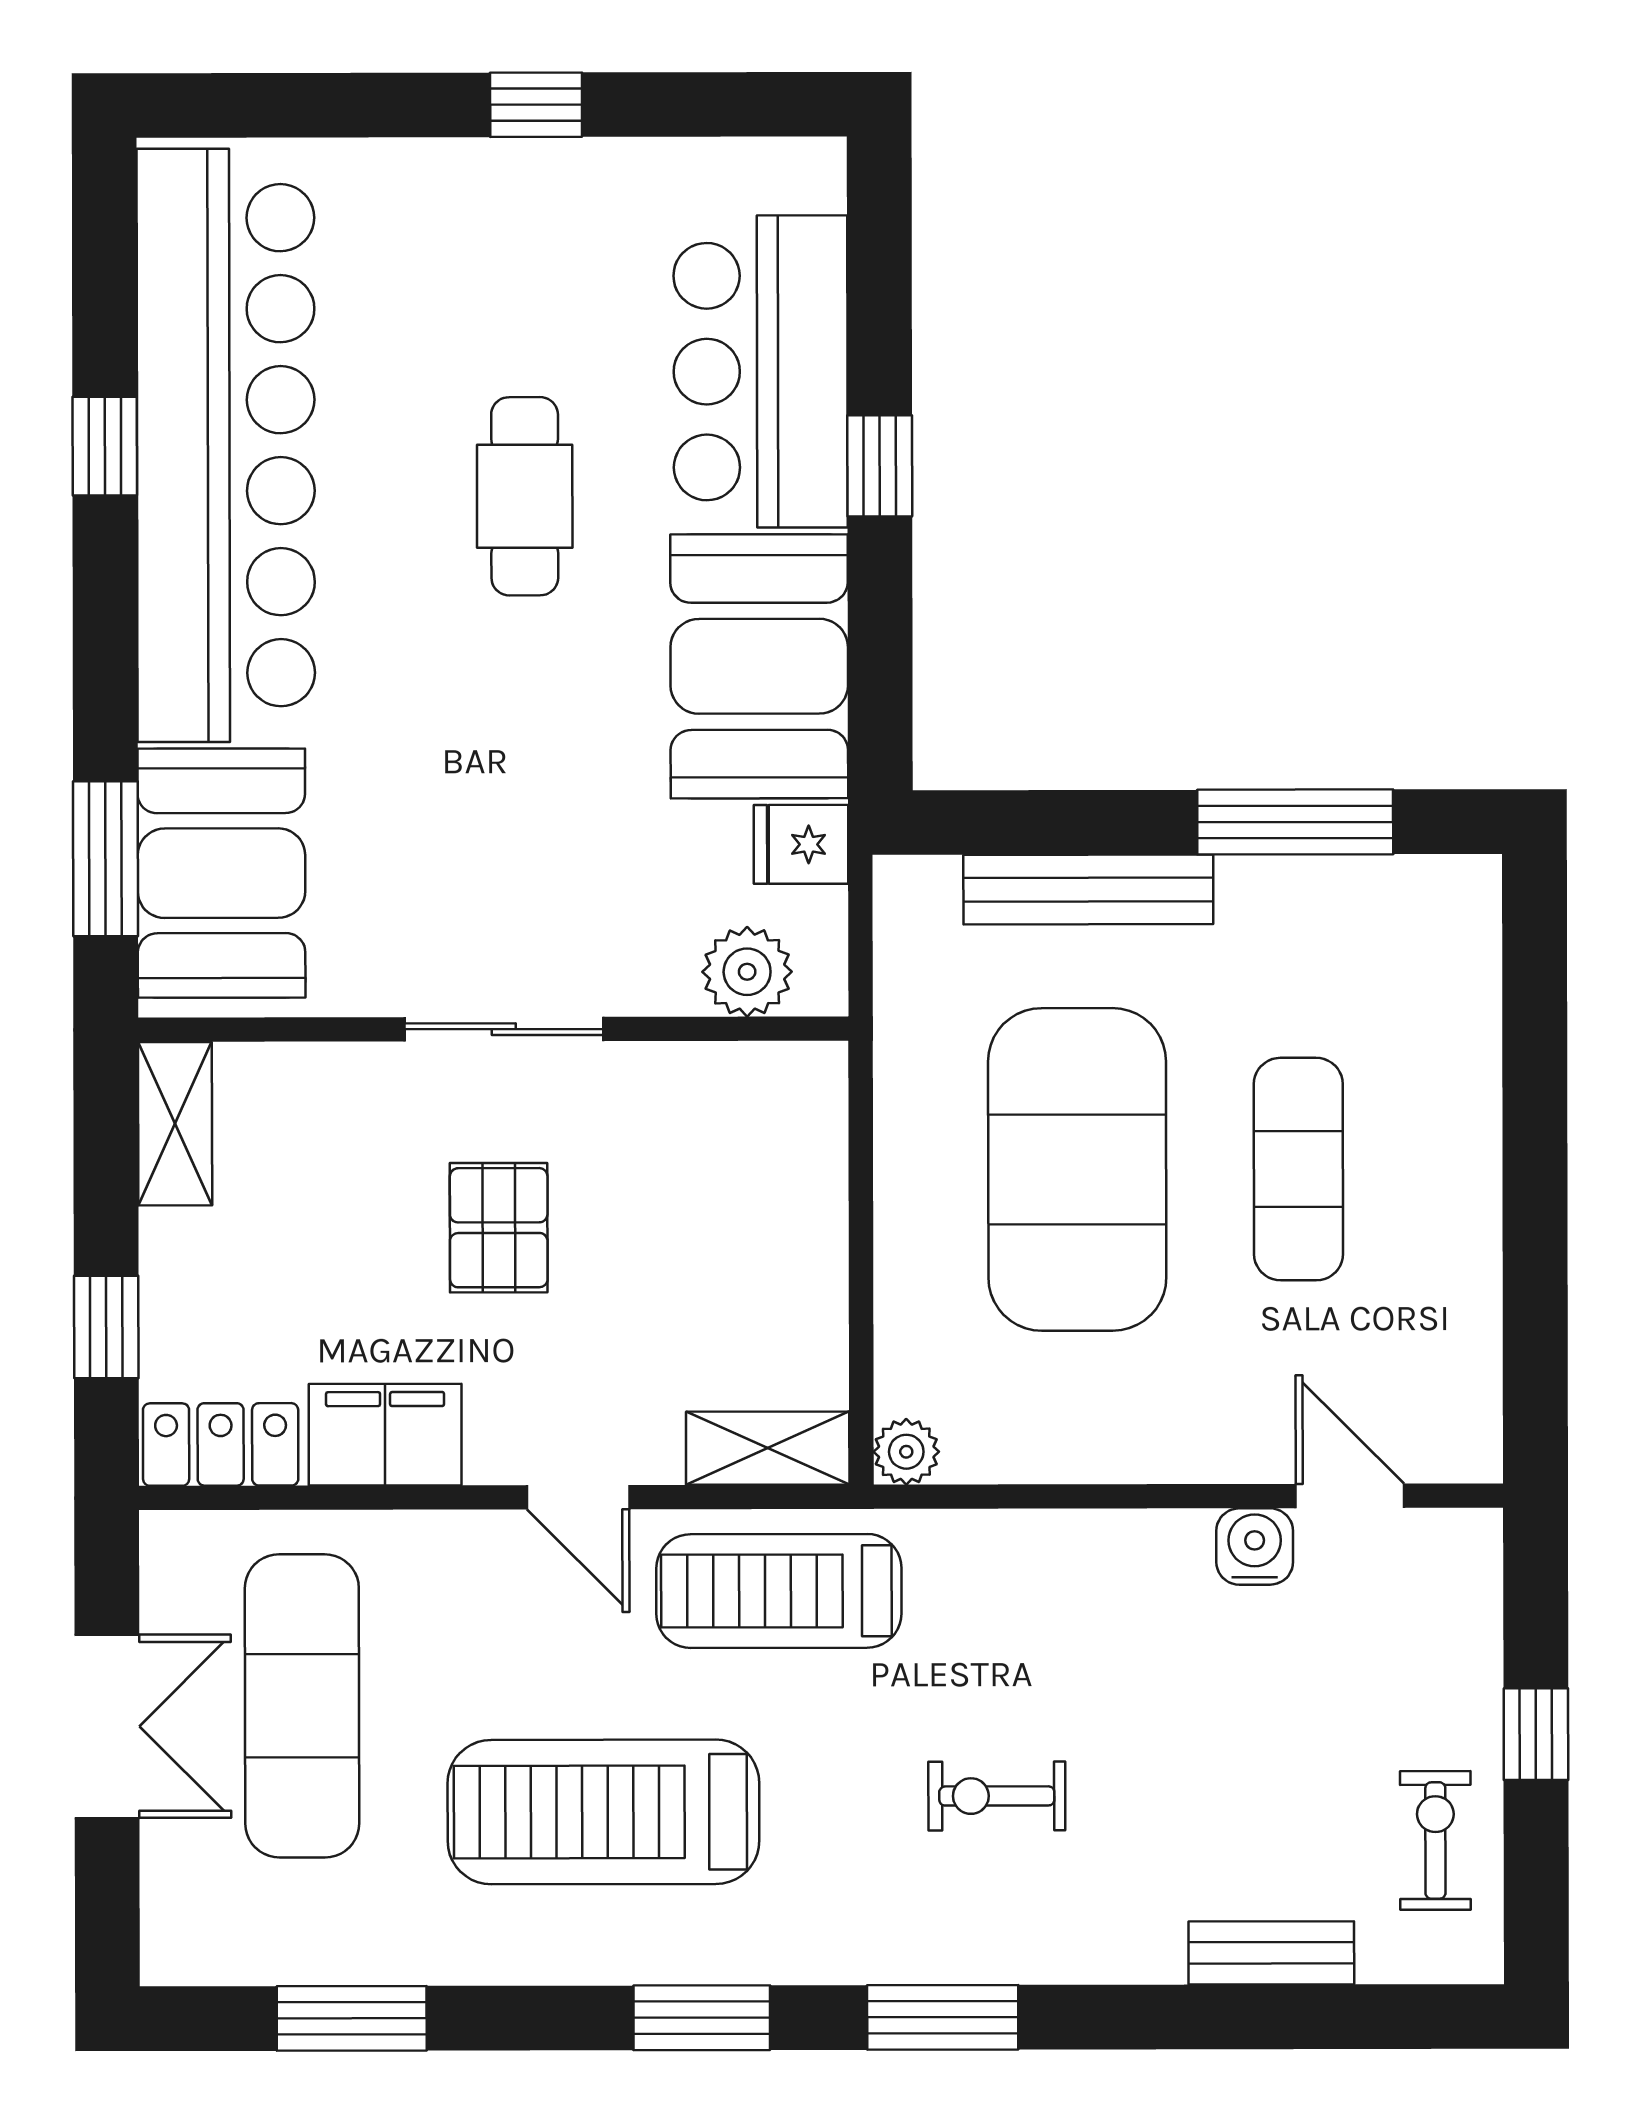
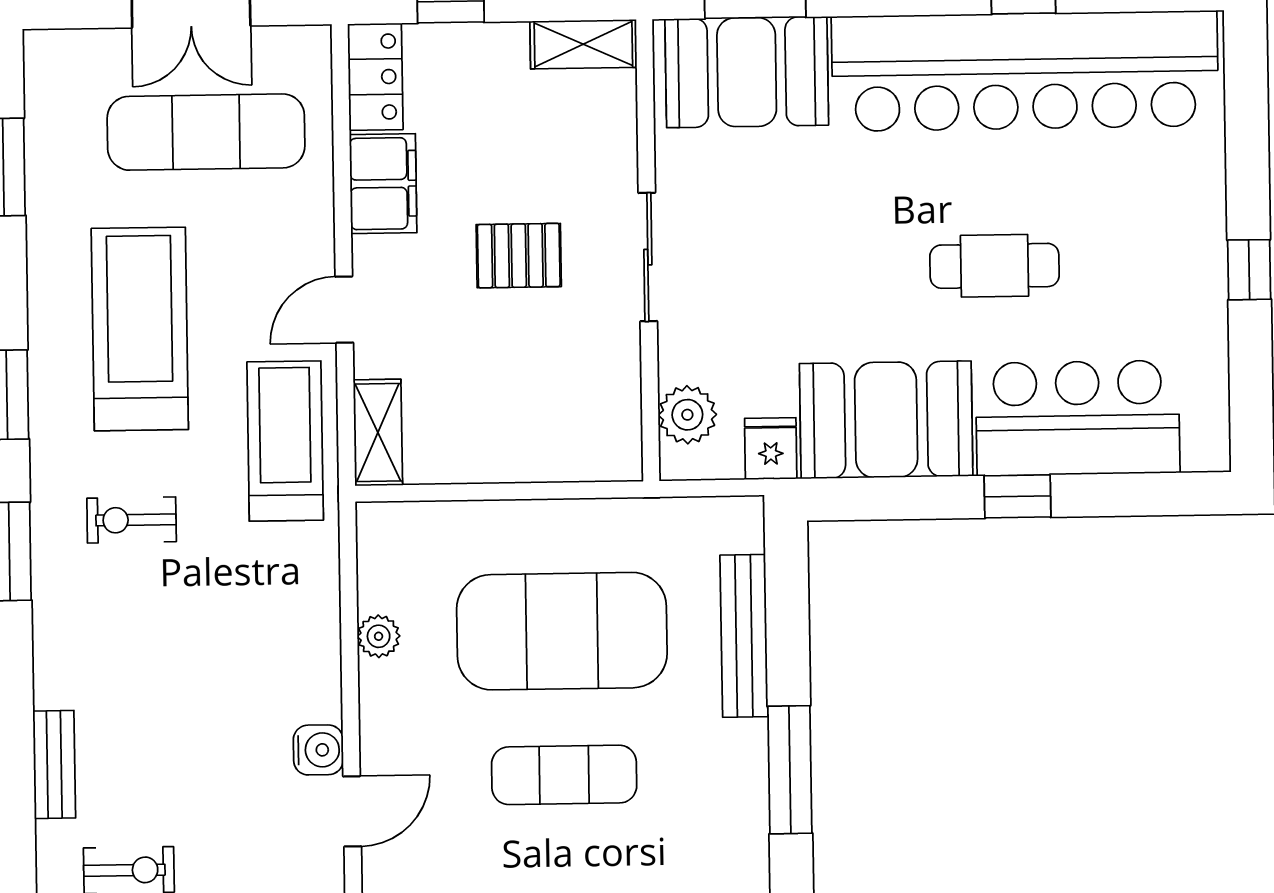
plant: (906, 1452) -> (379, 636), moved
exercise bike: (997, 1796) -> (132, 520), moved, turned -90

